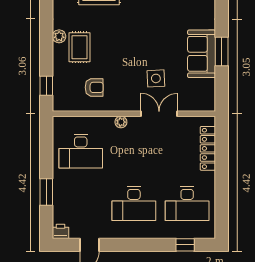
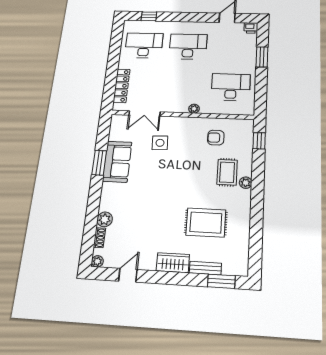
double door: (159, 114) -> (145, 113), moved

